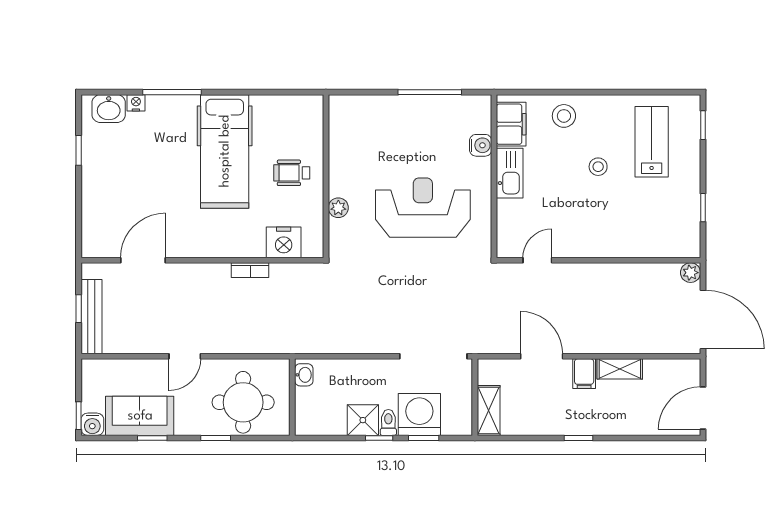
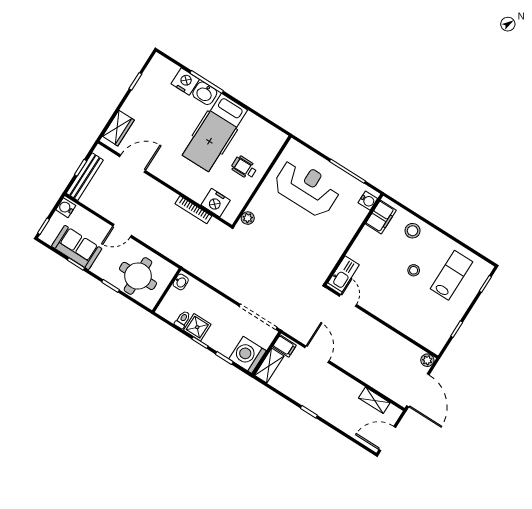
nightstand: (136, 103) -> (185, 82), width x1.89, depth x1.79
washbasin: (109, 109) -> (205, 93), moved
water cooler: (481, 145) -> (368, 201), moved
kitchen sink: (510, 173) -> (344, 274), moved
plant: (338, 208) -> (248, 218), moved
reception desk: (423, 208) -> (307, 188), moved
wardrobe: (95, 226) -> (118, 128), added
door: (537, 260) -> (348, 300), hinge flipped
bookcase: (250, 270) -> (193, 210), width x1.56
shelving: (620, 369) -> (374, 400), moved
filing cabinet: (584, 374) -> (284, 346), moved, turned -90
washing machine: (419, 415) -> (248, 355), moved, turned -90
toilet: (388, 422) -> (182, 320), moved
water cooler: (92, 424) -> (66, 208), moved, turned 90

